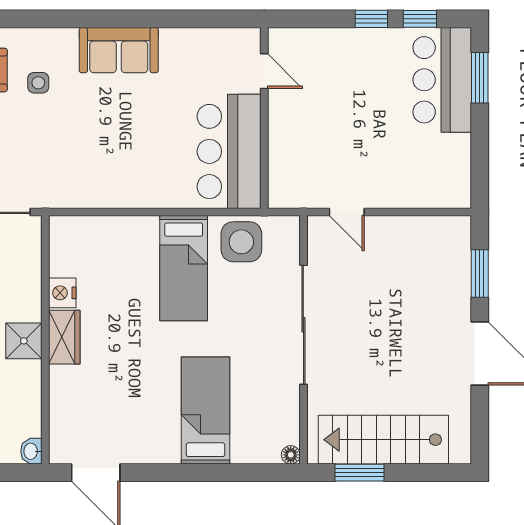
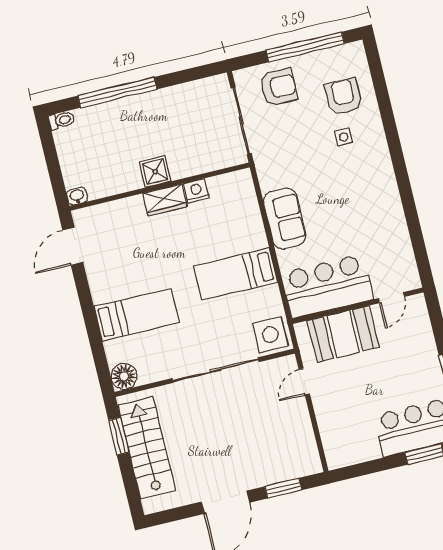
sofa: (119, 50) -> (285, 219), moved, turned 180
booth: (296, 146) -> (343, 334), added
side table: (241, 242) -> (270, 335), moved
floor lamp: (291, 455) -> (124, 376), width x1.89, depth x1.89

